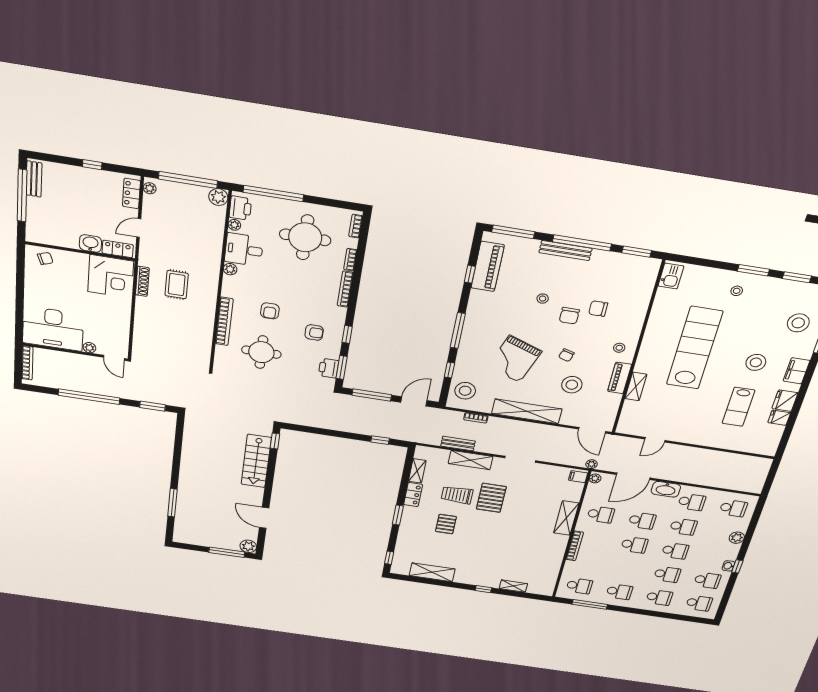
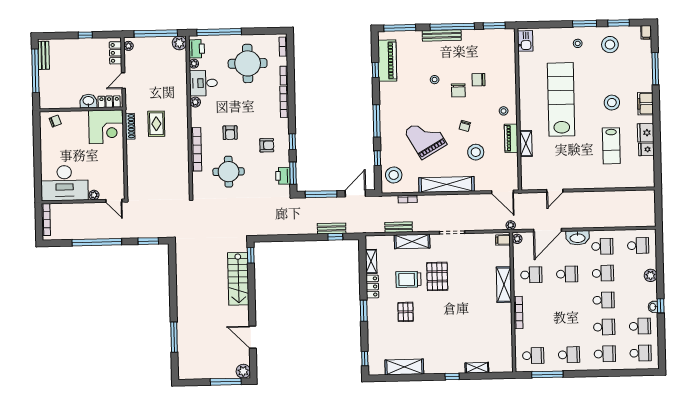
stool: (798, 323) -> (610, 45), moved
grand piano: (514, 359) -> (426, 138), turned 130
bench: (377, 431) -> (332, 228), added
school desk: (634, 545) -> (568, 301), removed

